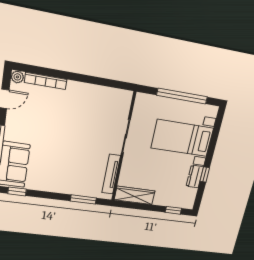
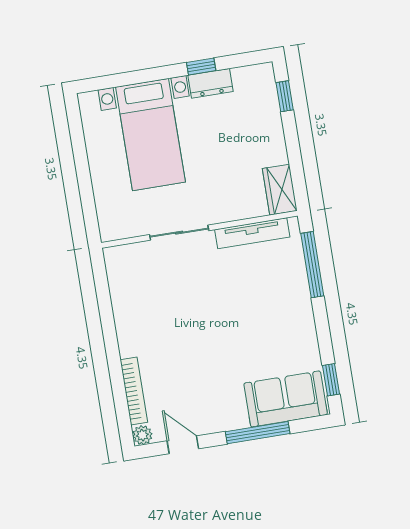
window: (182, 96) -> (82, 164), removed
wardrobe: (135, 195) -> (280, 190), width x0.67
window: (83, 199) -> (312, 265), width x1.44

